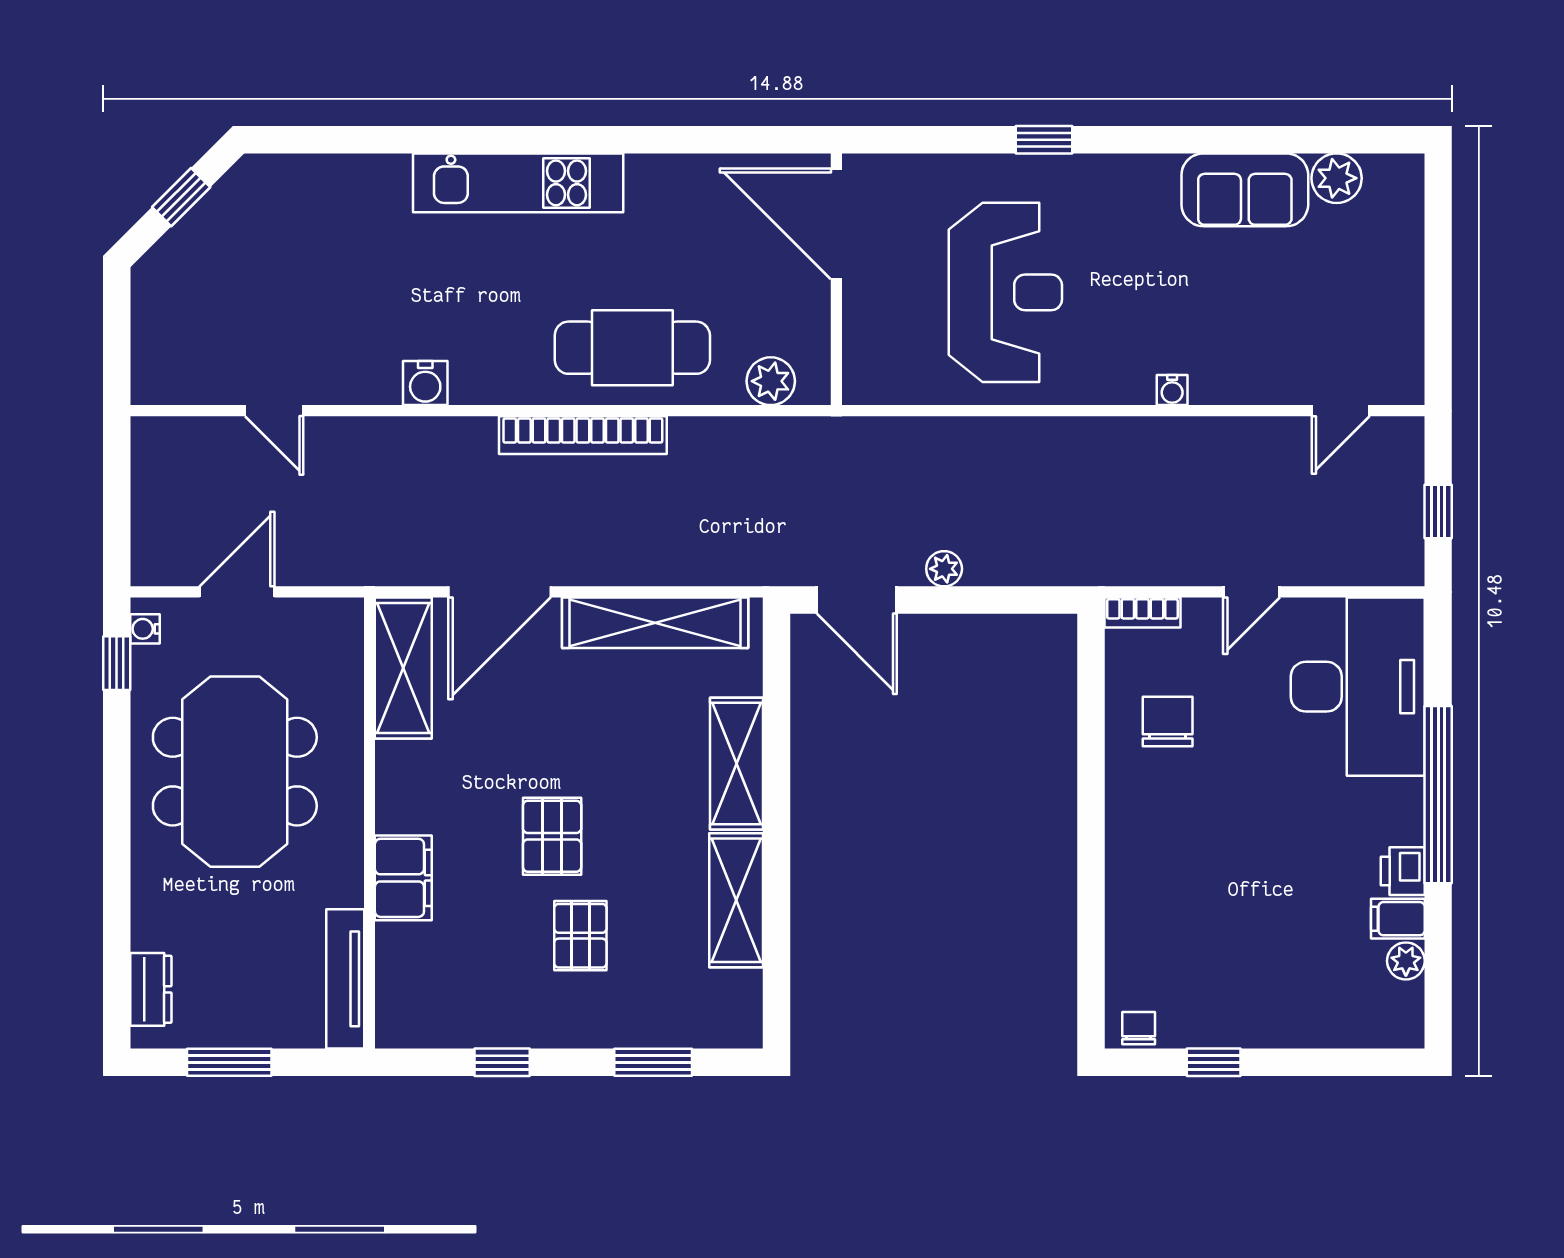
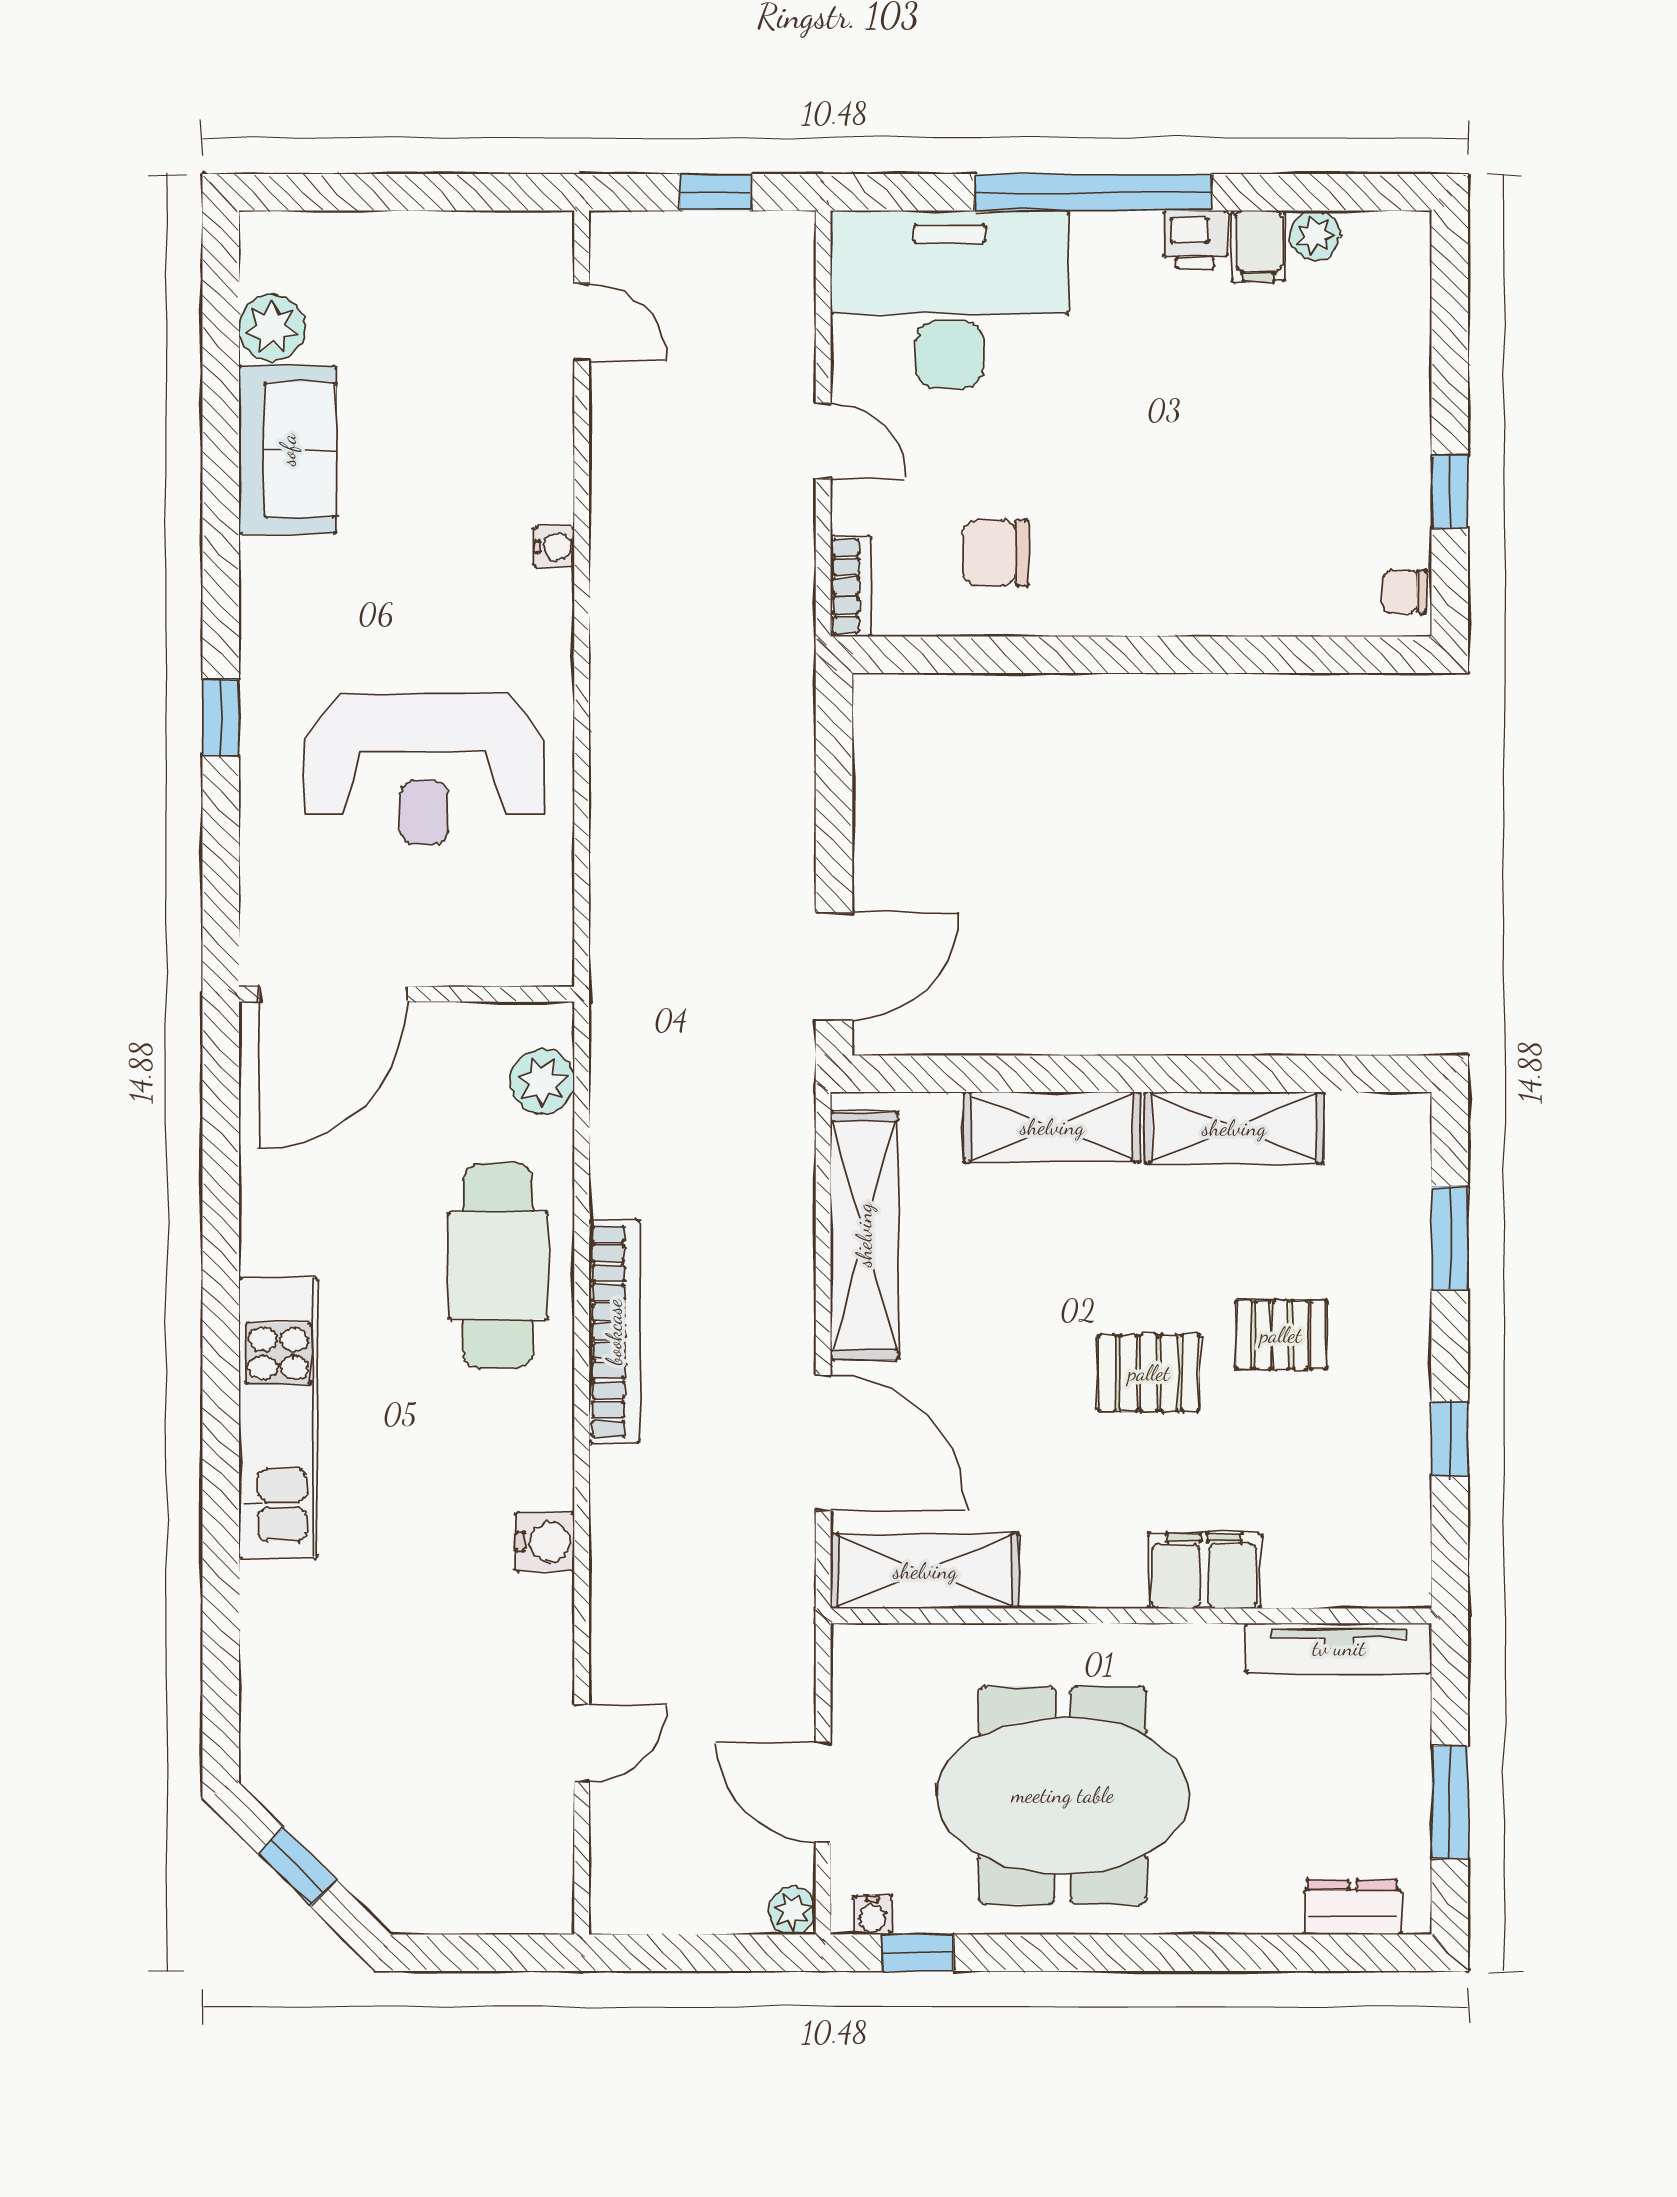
reception desk: (1005, 292) -> (424, 769), turned 180
plant: (944, 569) -> (792, 1911), moved

